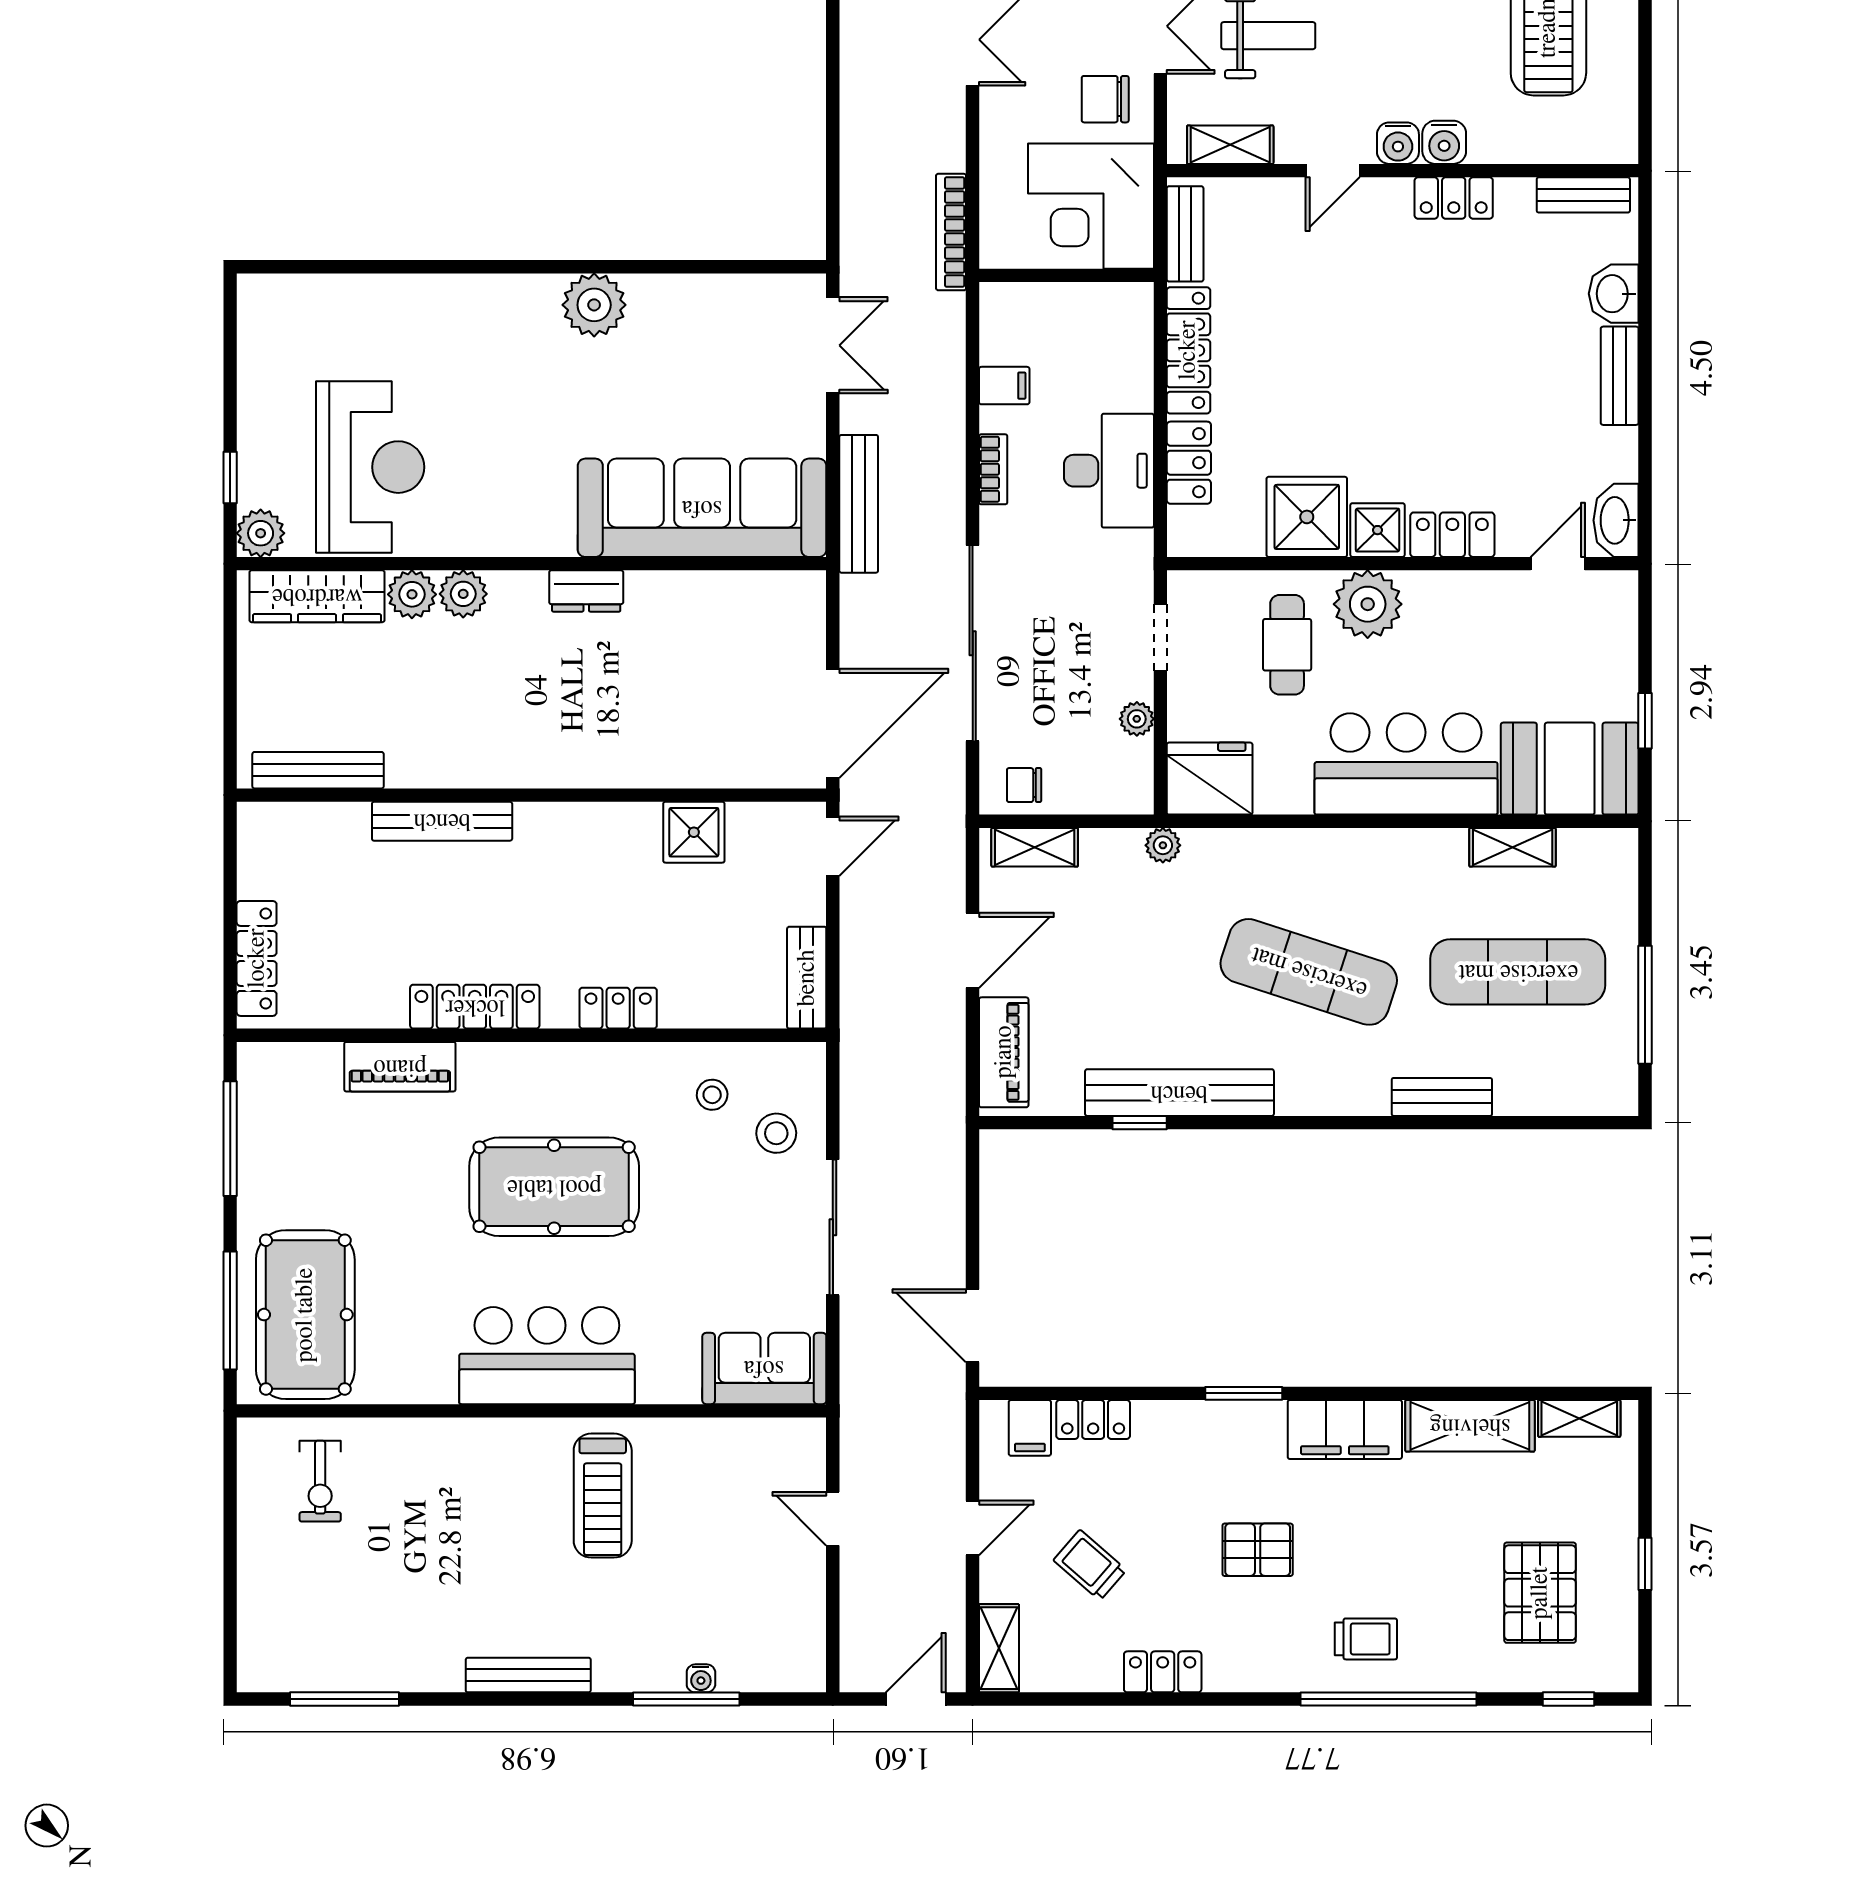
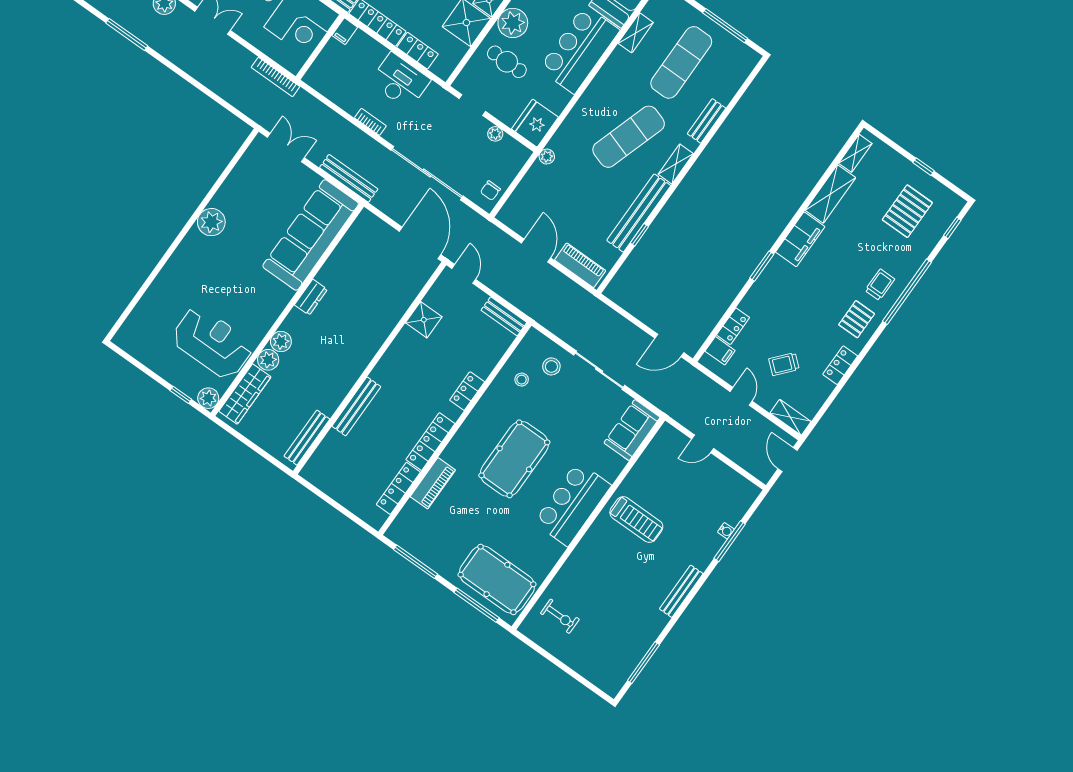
filing cabinet: (1004, 386) -> (345, 31), moved, turned 180
shelving: (1035, 847) -> (676, 164), moved
locker: (257, 958) -> (398, 488), moved, turned -90
pallet: (1258, 1550) -> (857, 319), moved
pallet: (1540, 1593) -> (907, 211), turned 90

